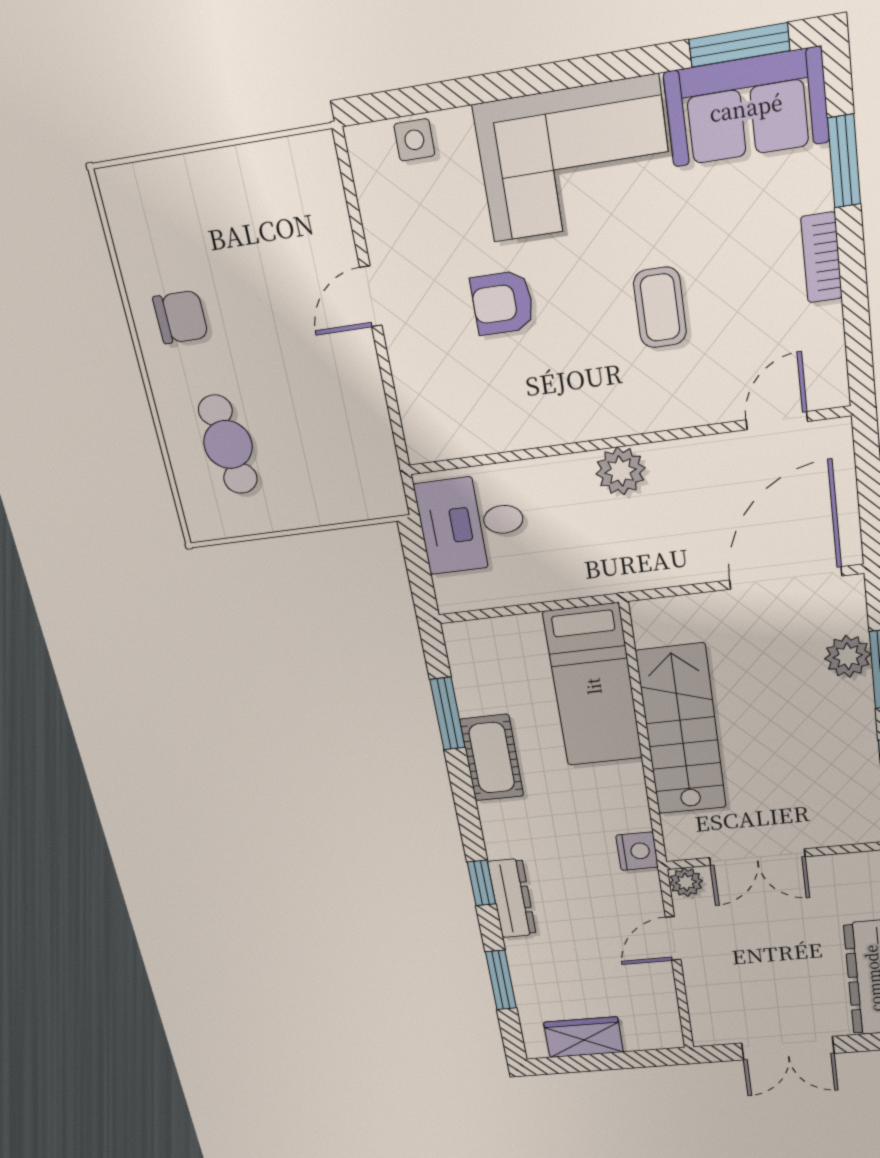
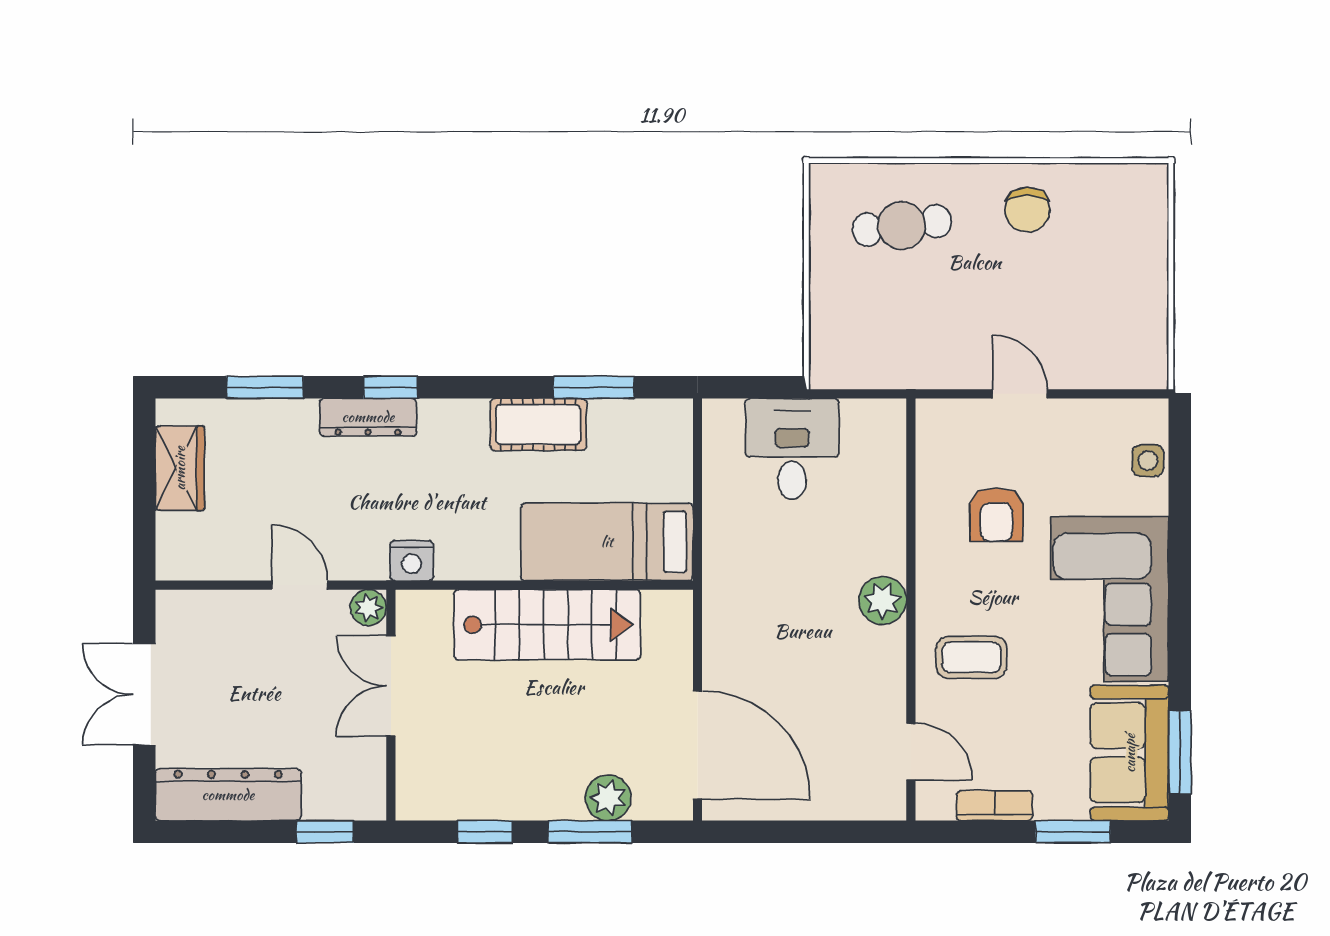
armchair: (502, 303) -> (996, 515), turned 180
door: (777, 421) -> (911, 752), moved
wall: (626, 441) -> (911, 610), moved
plant: (621, 471) -> (883, 600), moved

